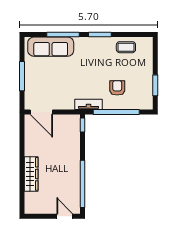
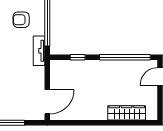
window: (83, 125) -> (78, 57), moved
wardrobe: (31, 174) -> (127, 113), moved

